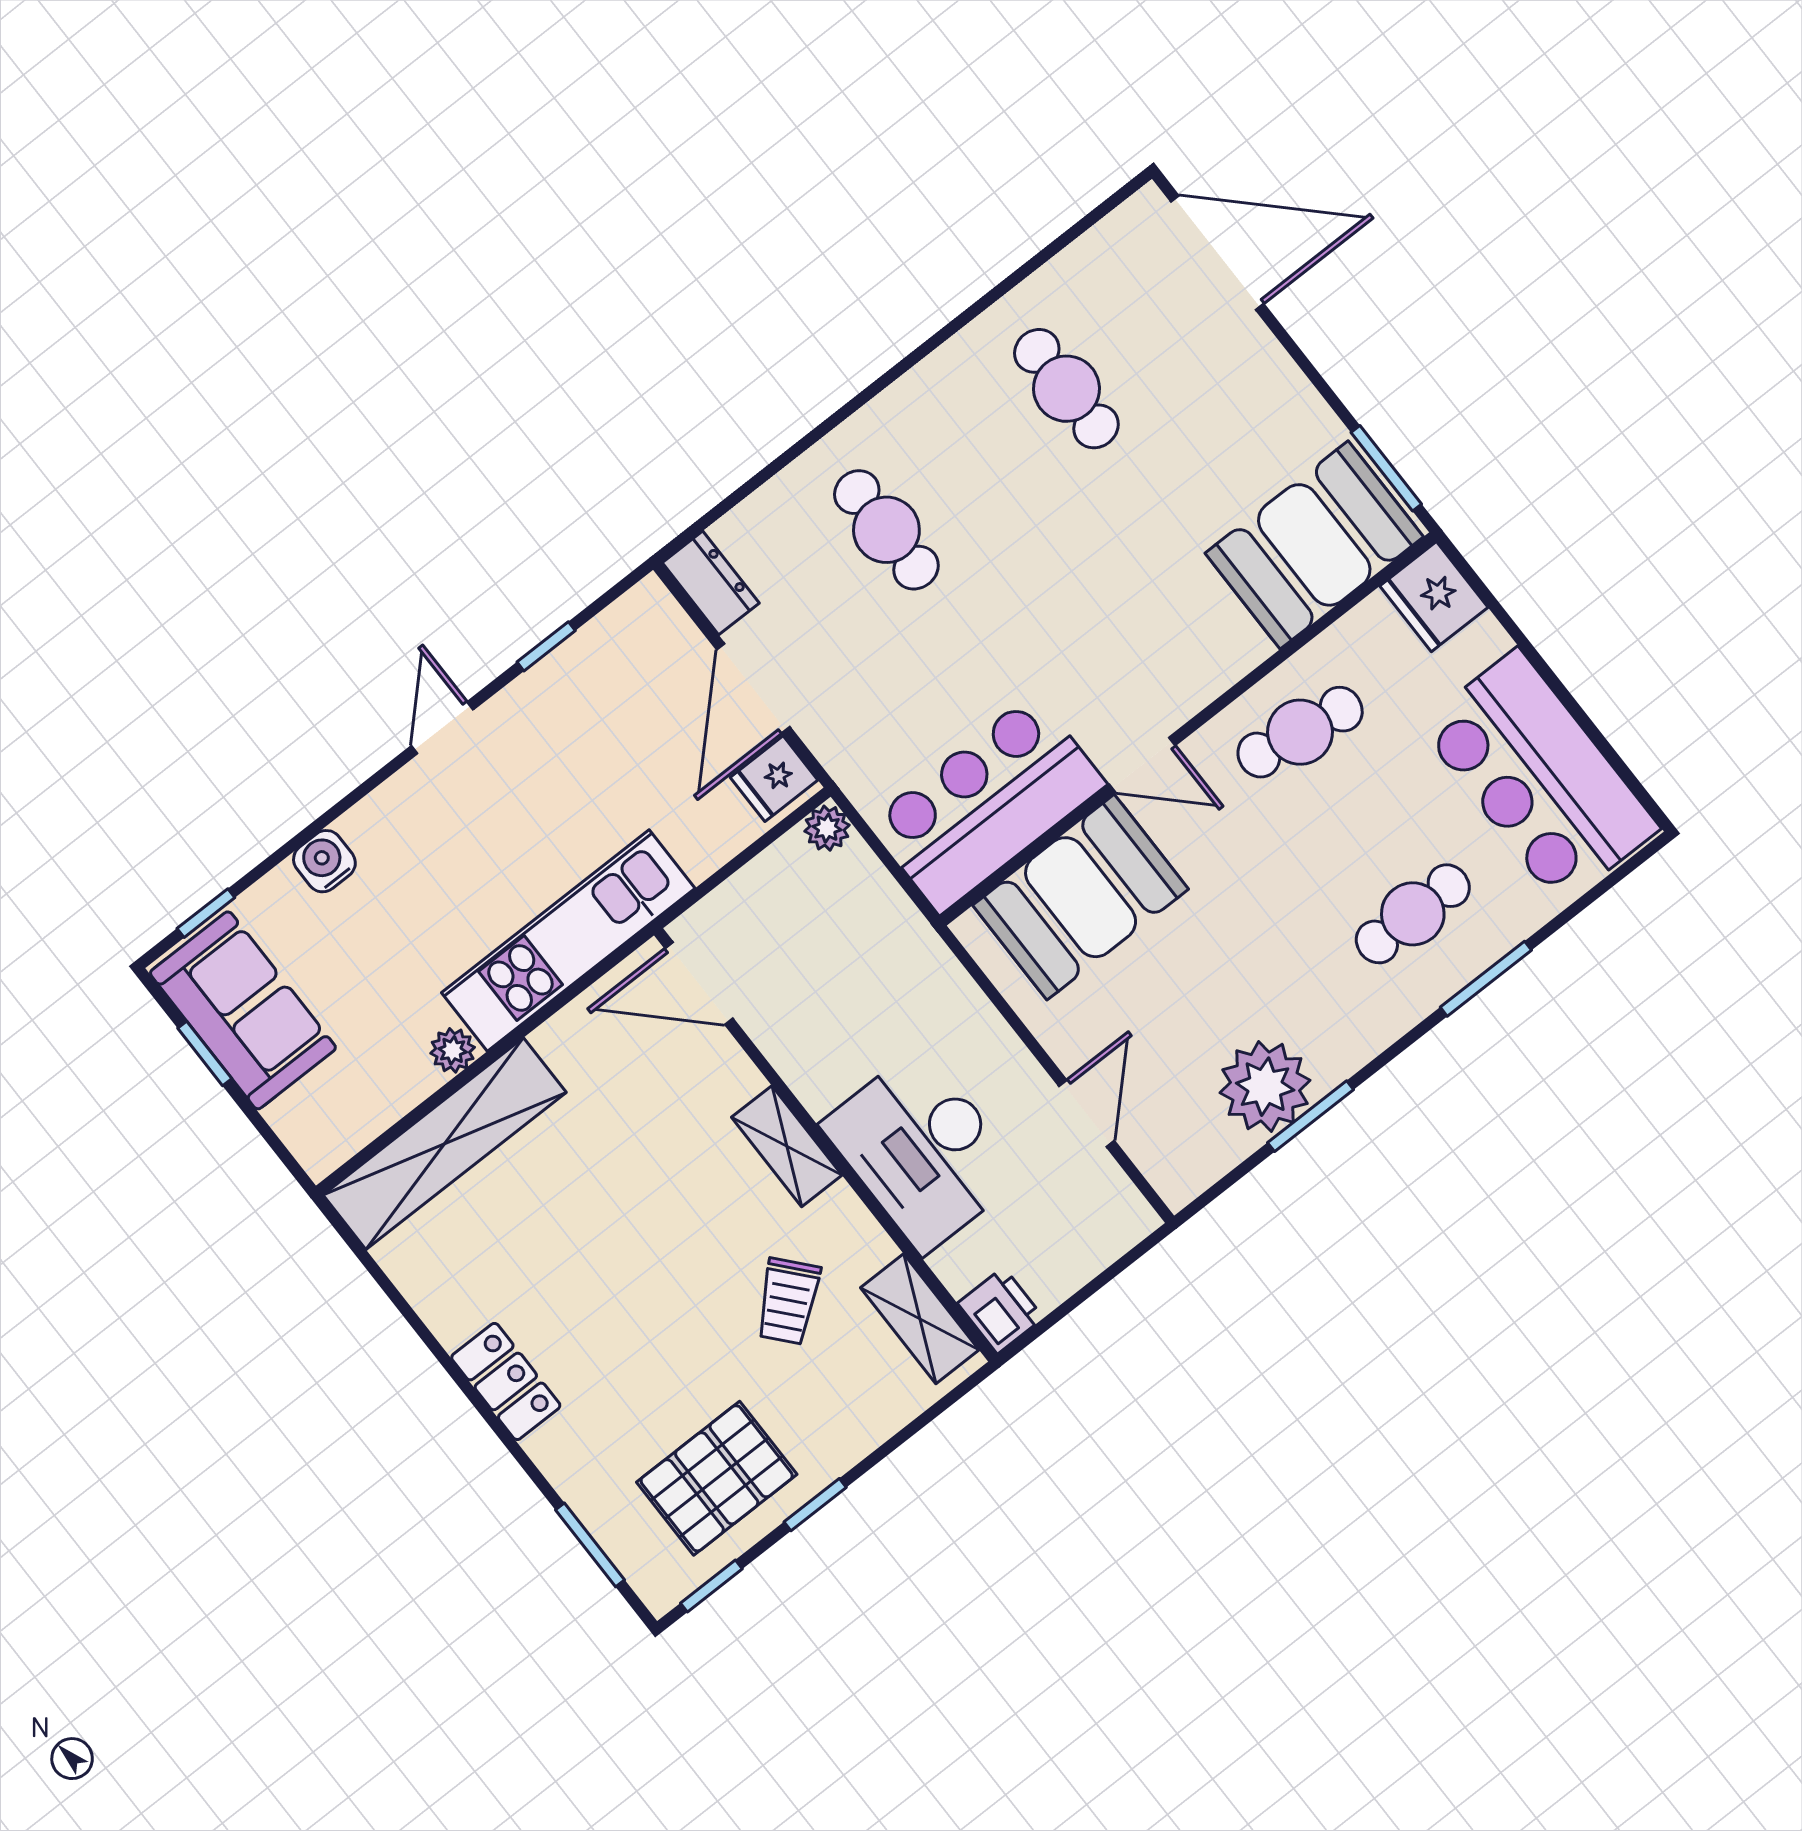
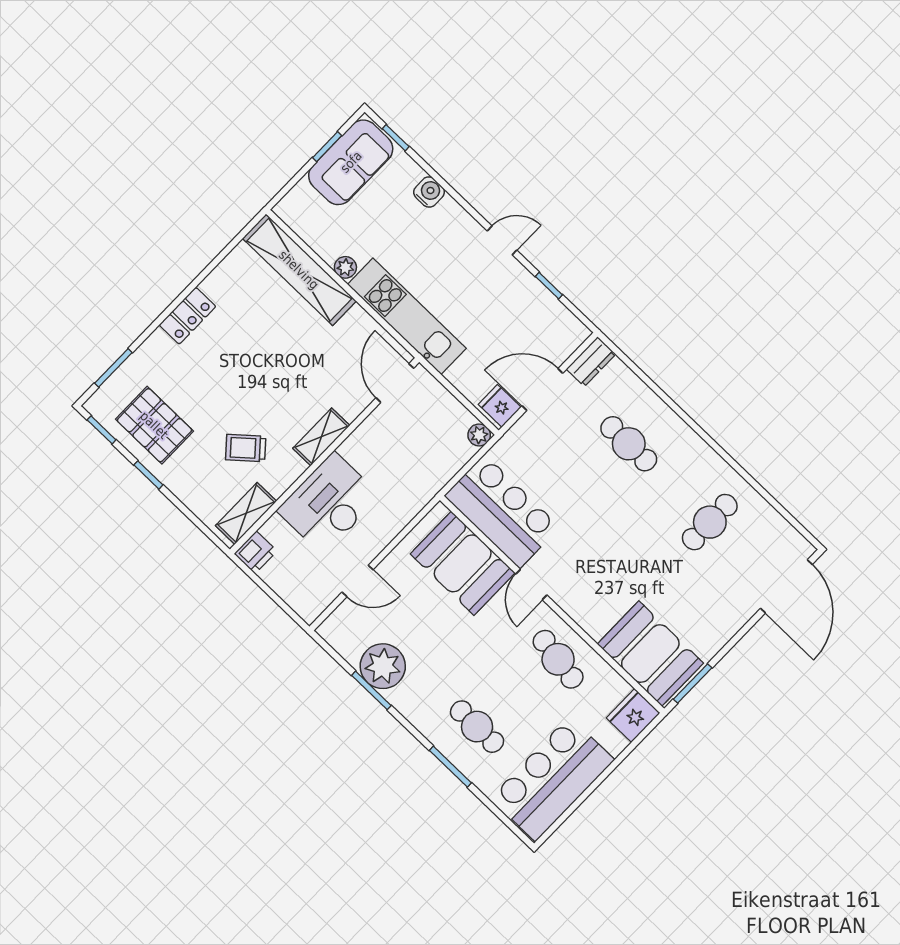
cafe table: (886, 530) -> (629, 444), turned 90

